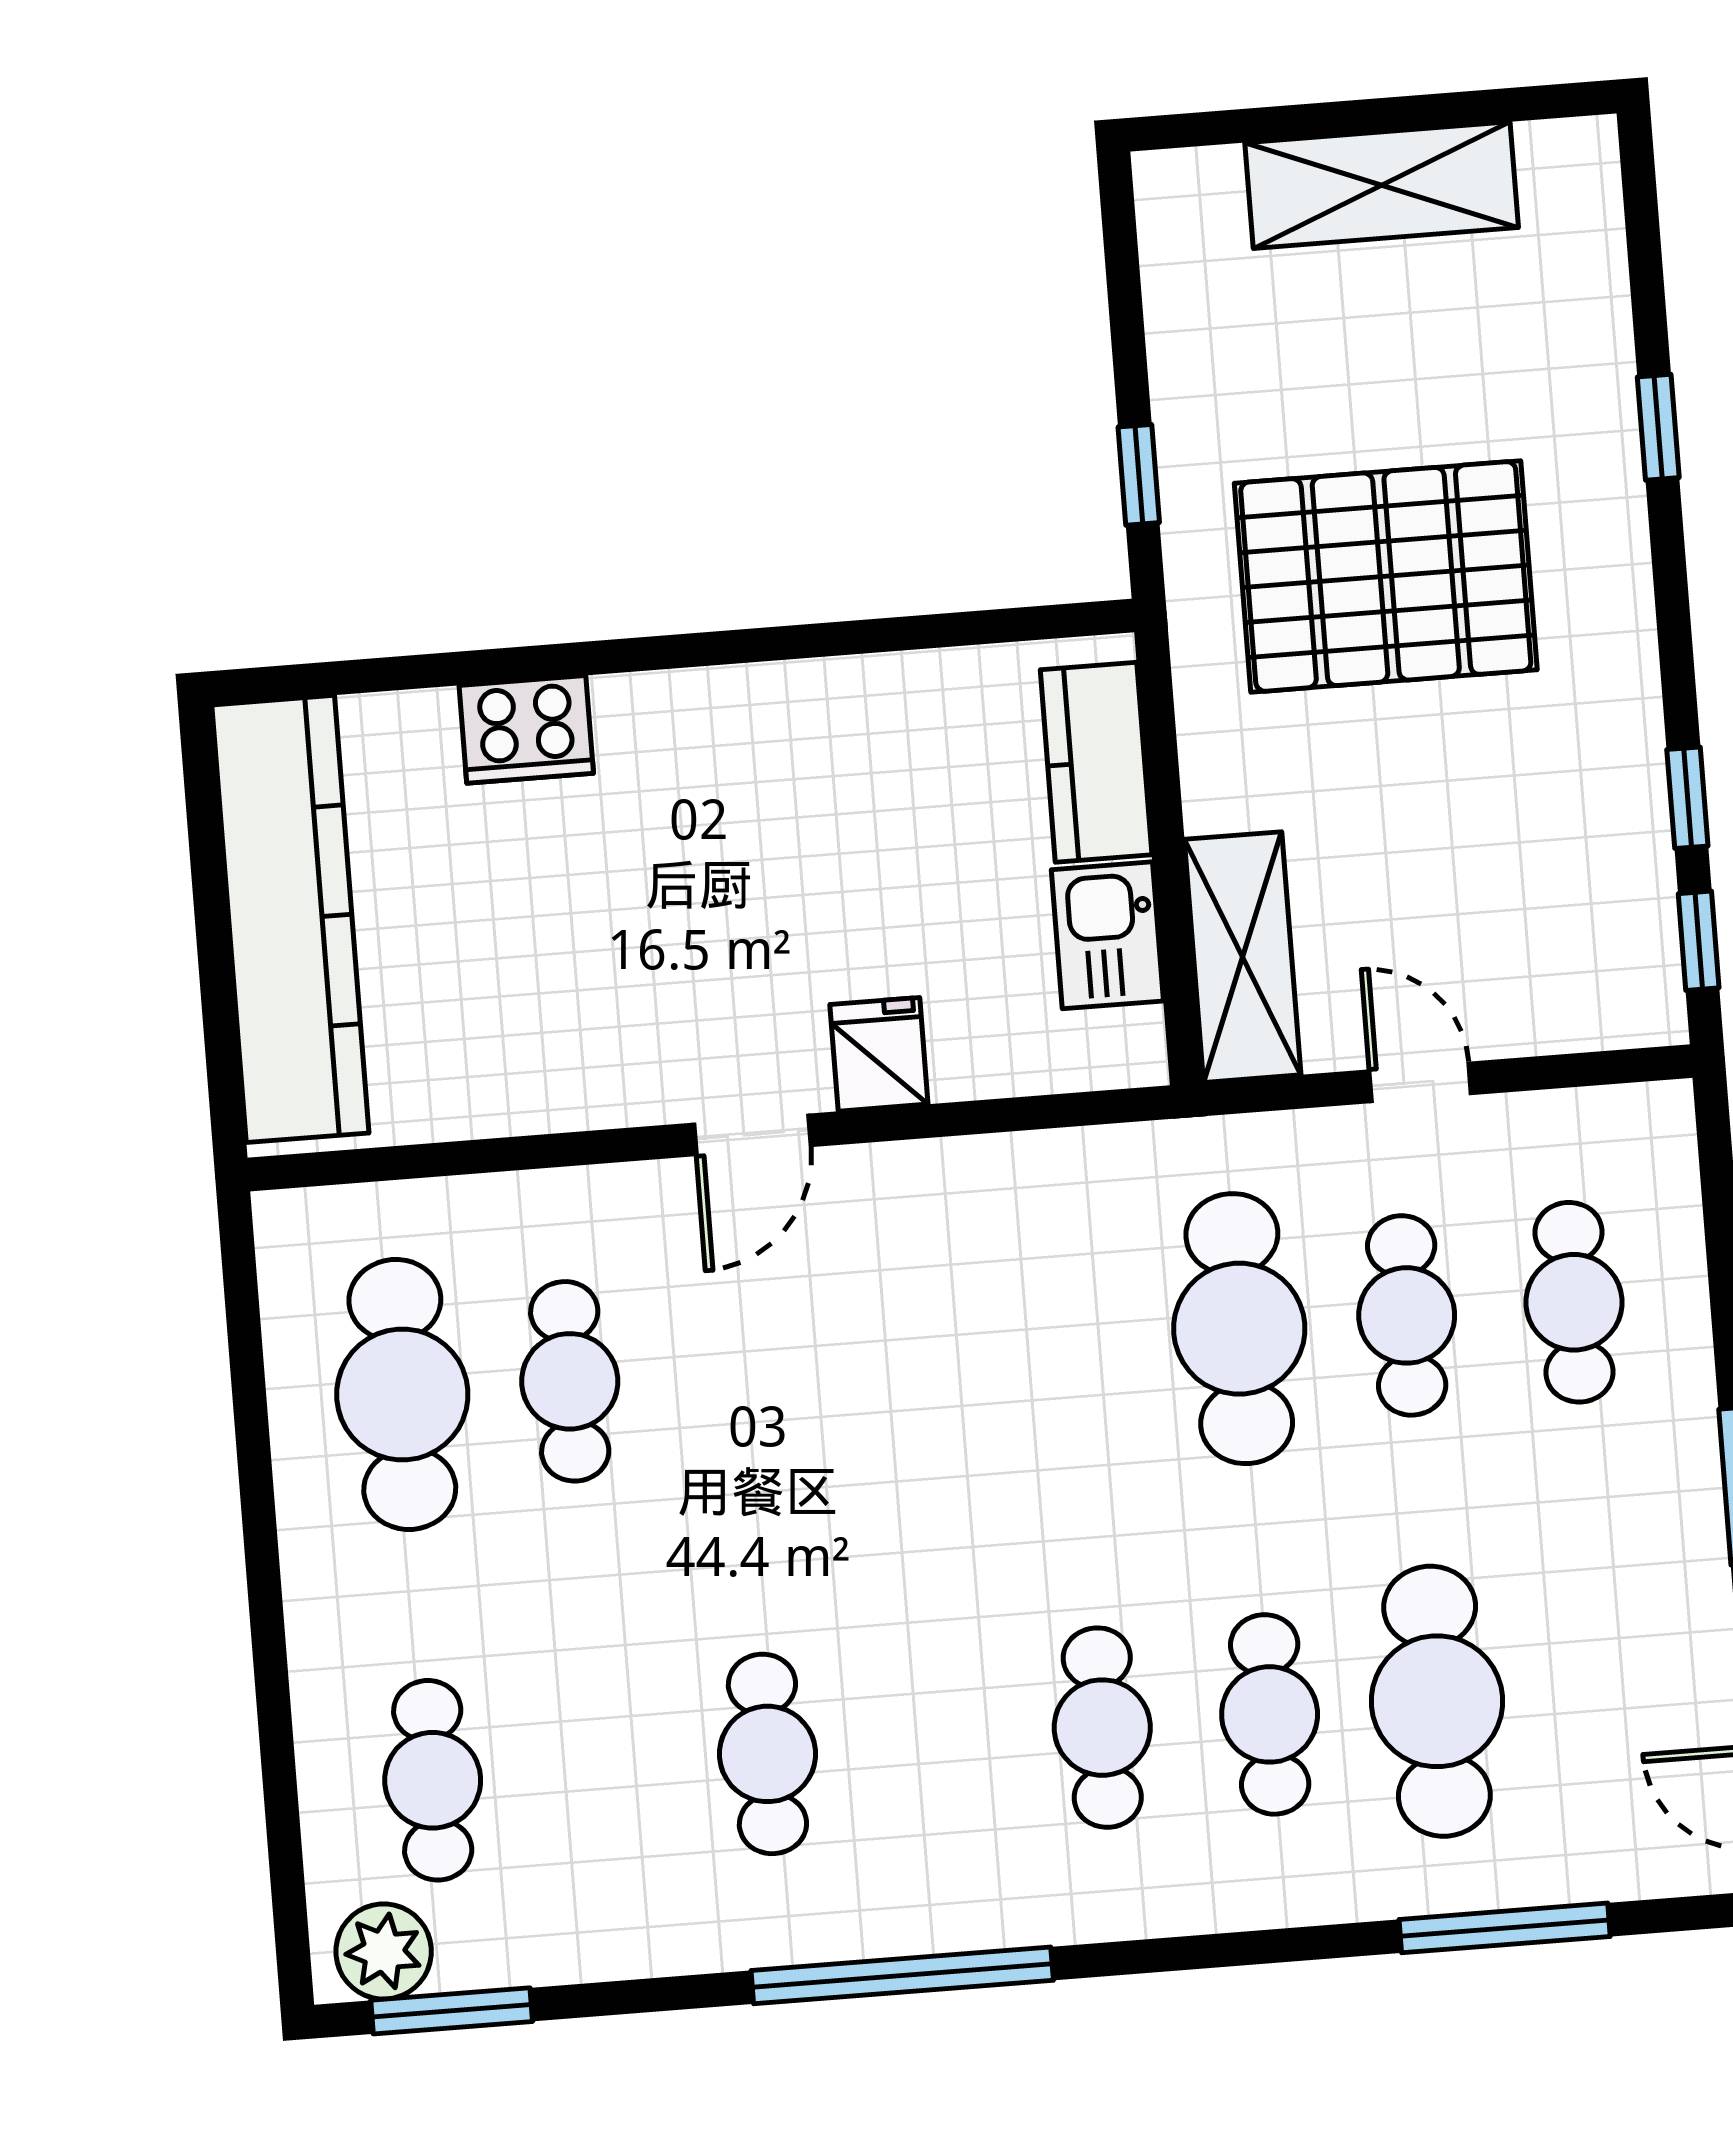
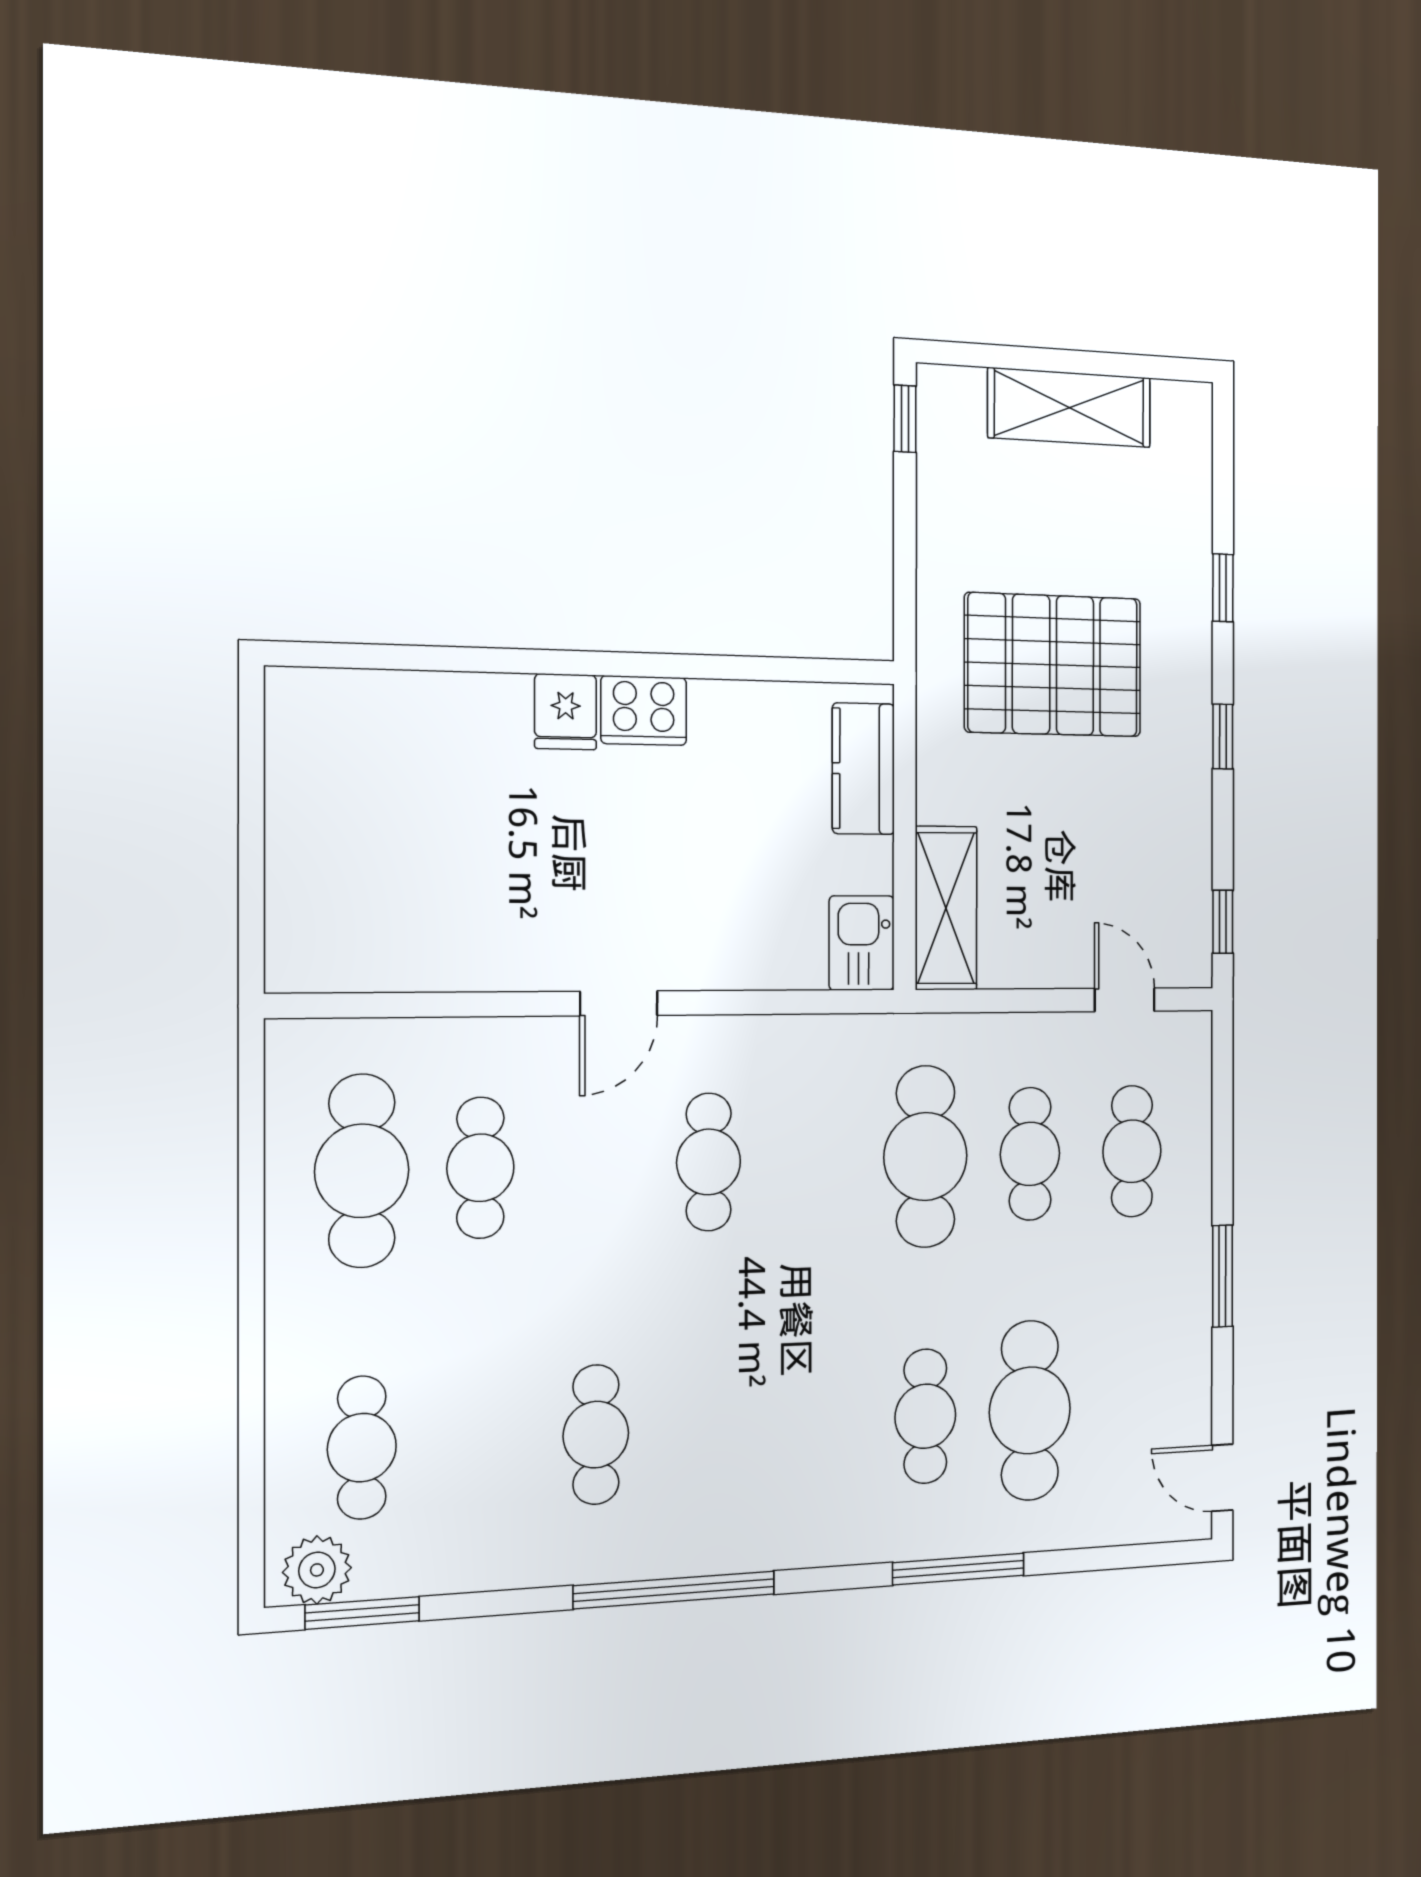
window: (1139, 475) -> (905, 419), moved
cooker: (526, 729) -> (644, 711), moved
window: (1687, 798) -> (1223, 737), moved
kitchen counter: (290, 919) -> (308, 825), removed
kitchen sink: (1107, 935) -> (862, 943), moved
fridge: (879, 1054) -> (566, 712), moved, turned 180
door: (1420, 1082) -> (1125, 1000), moved
cafe table: (1102, 1728) -> (709, 1162), moved
window: (1505, 1928) -> (958, 1569), moved

